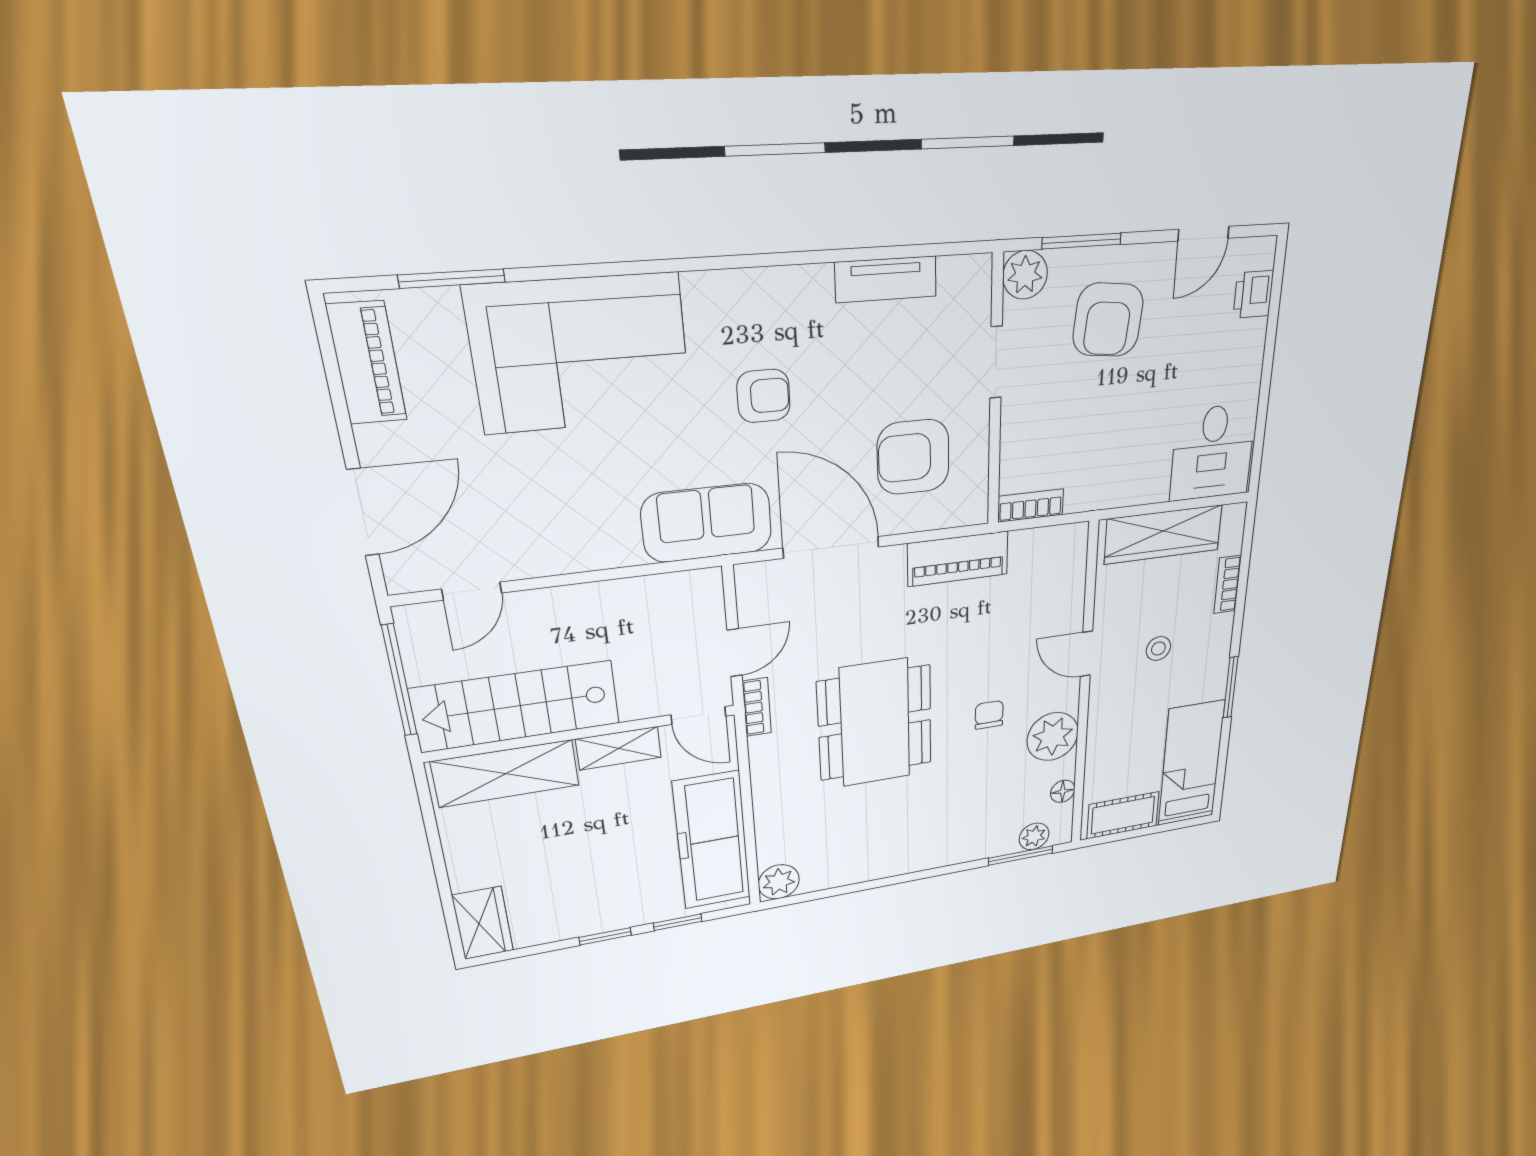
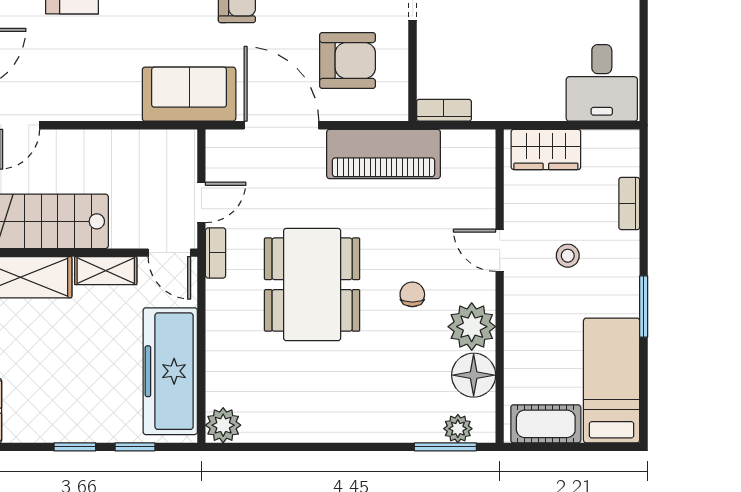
armchair: (913, 457) -> (347, 61), turned 180
wardrobe: (1163, 534) -> (546, 149), width x0.67
piano: (958, 559) -> (384, 154), width x1.37, depth x1.33
floor lamp: (1063, 791) -> (474, 375), width x1.89, depth x1.89

